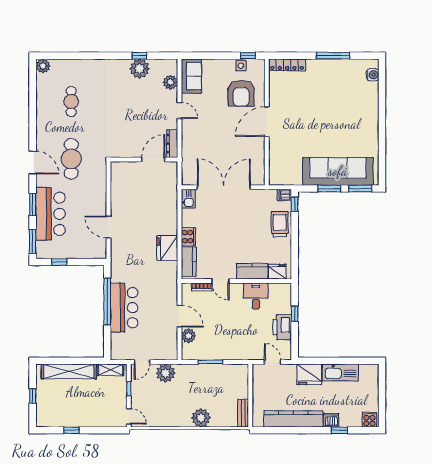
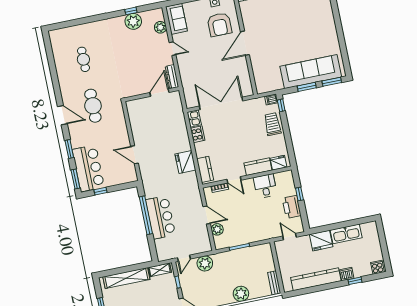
plant: (43, 66) -> (55, 35), removed
bar counter: (50, 214) -> (88, 168), moved
cooker: (188, 237) -> (198, 134), moved

